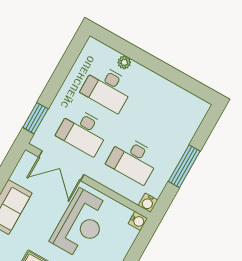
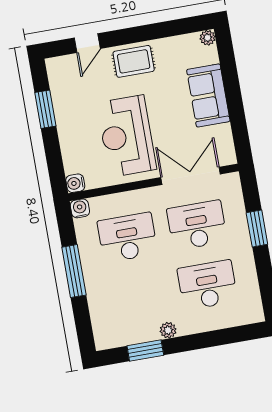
plant: (124, 62) -> (168, 330), moved
window: (181, 79) -> (145, 350), added
window: (35, 118) -> (257, 229), moved

